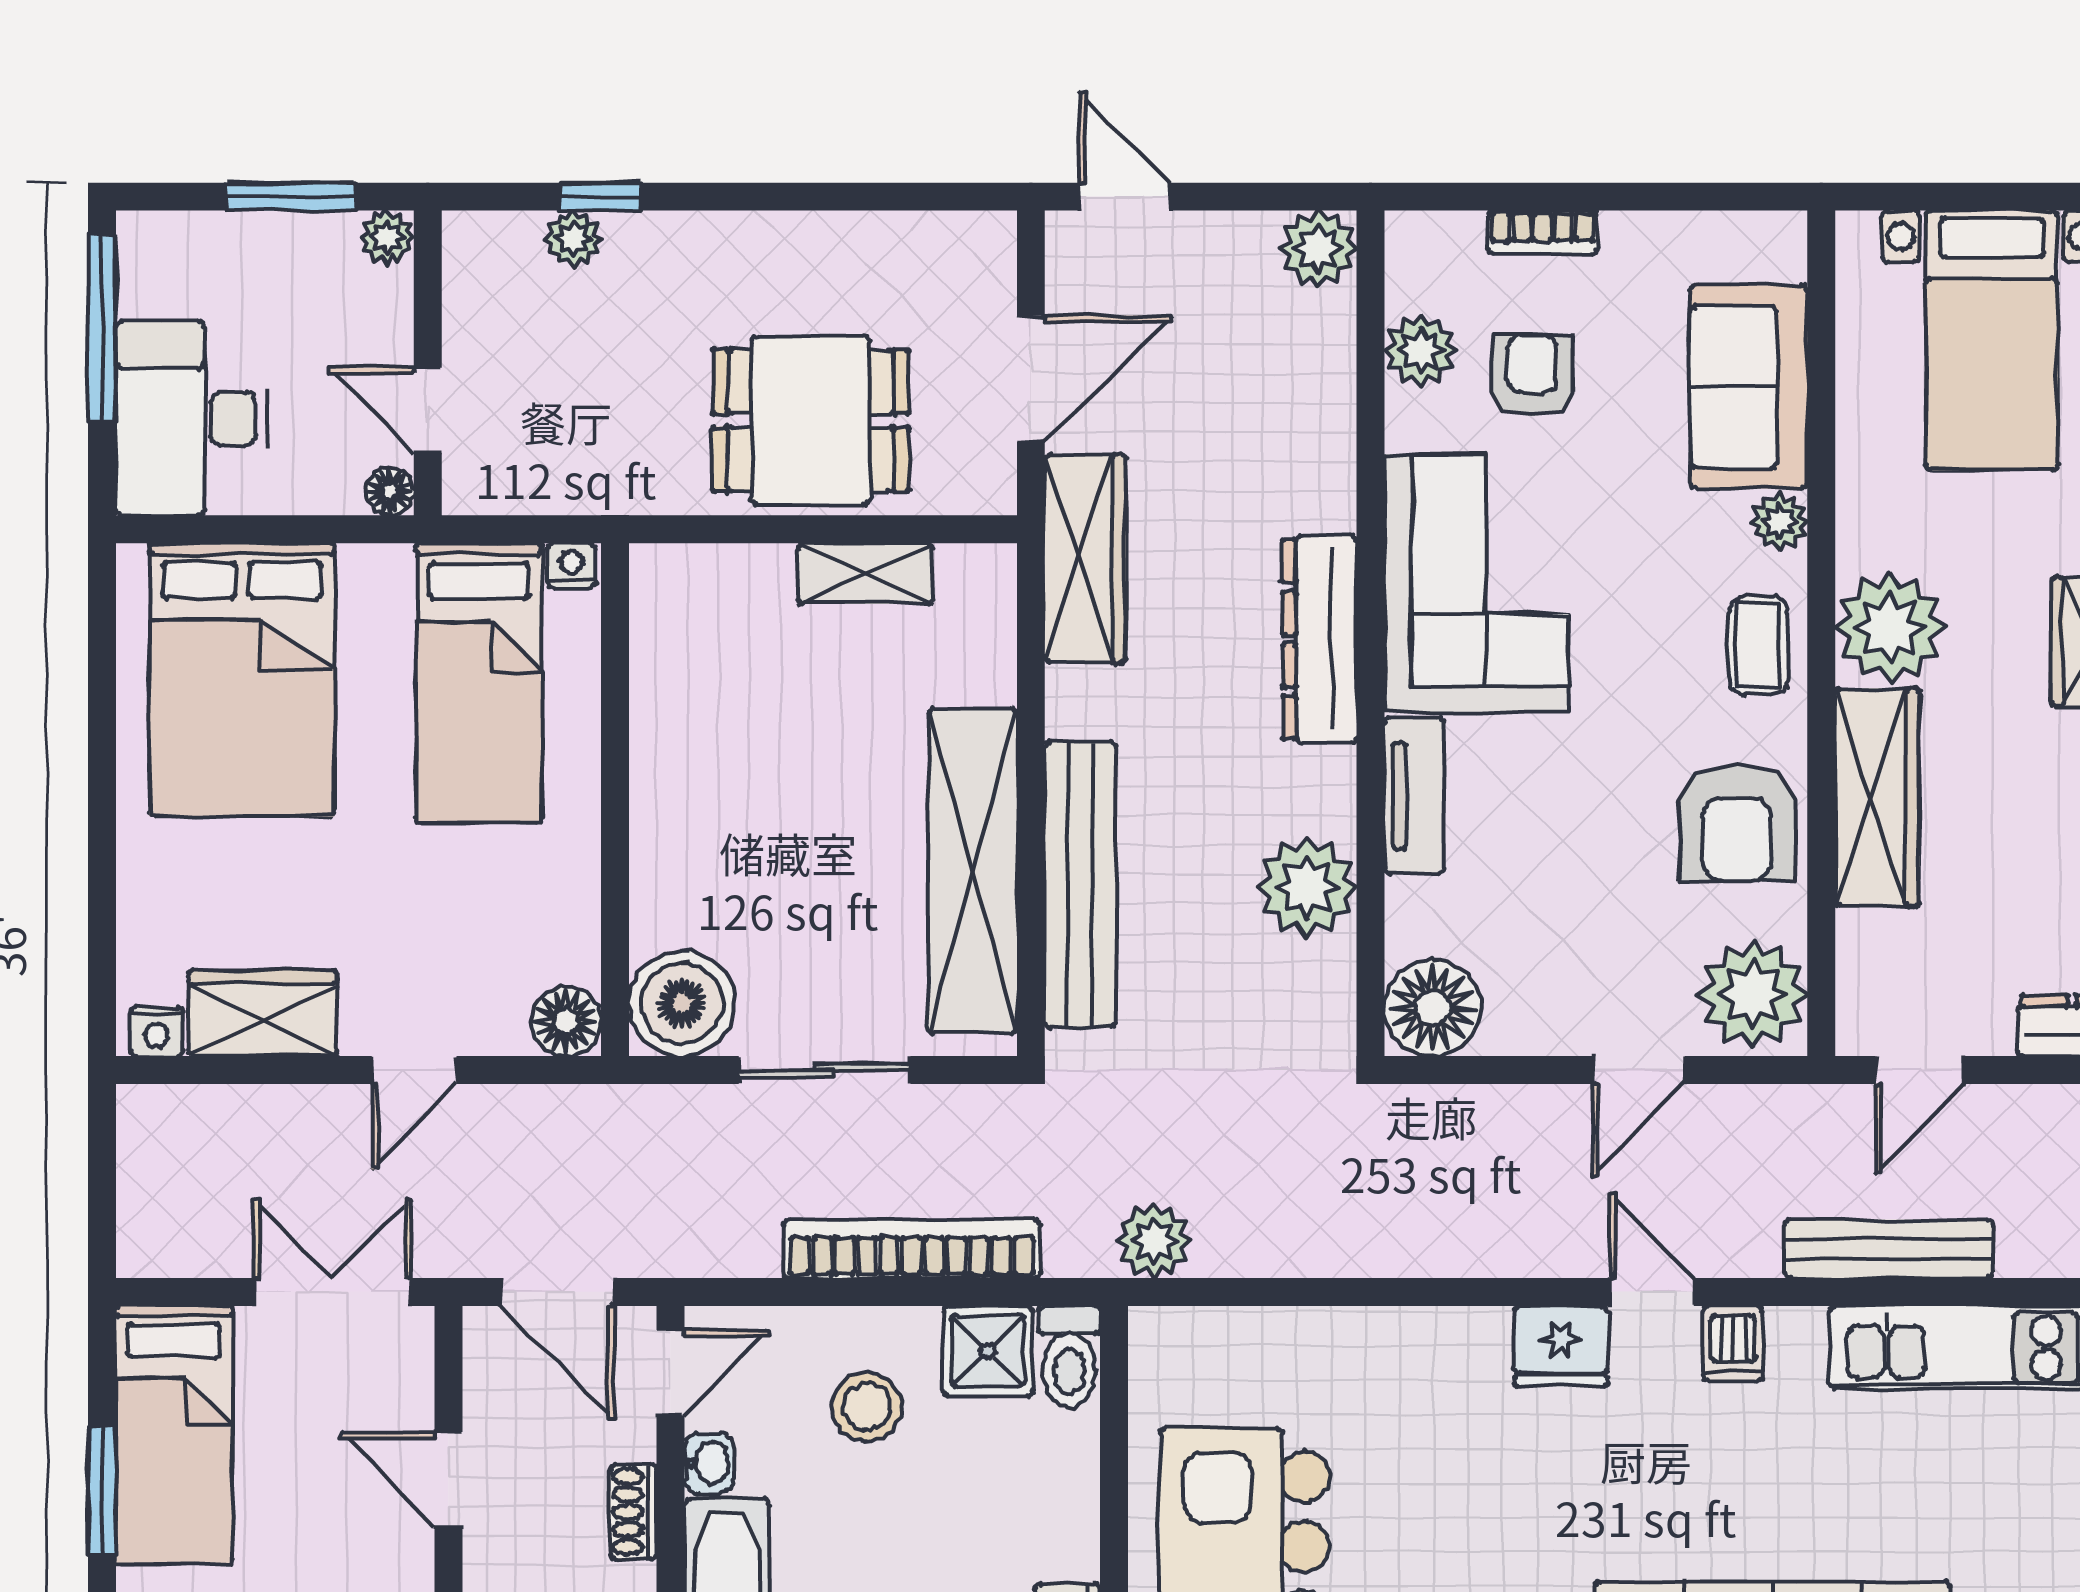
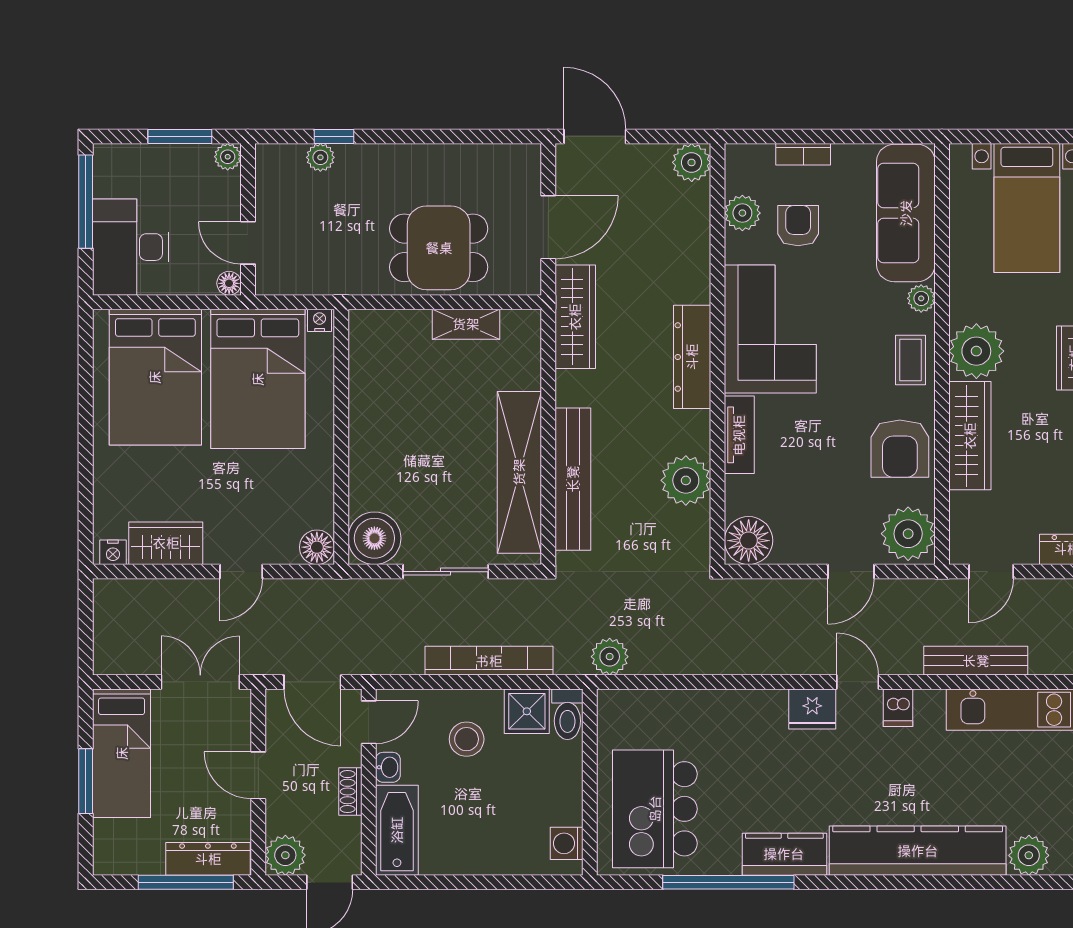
door: (1124, 197) -> (595, 136), width x1.38
sofa: (1749, 387) -> (906, 213), width x1.36
bed: (479, 683) -> (258, 379), width x1.50

